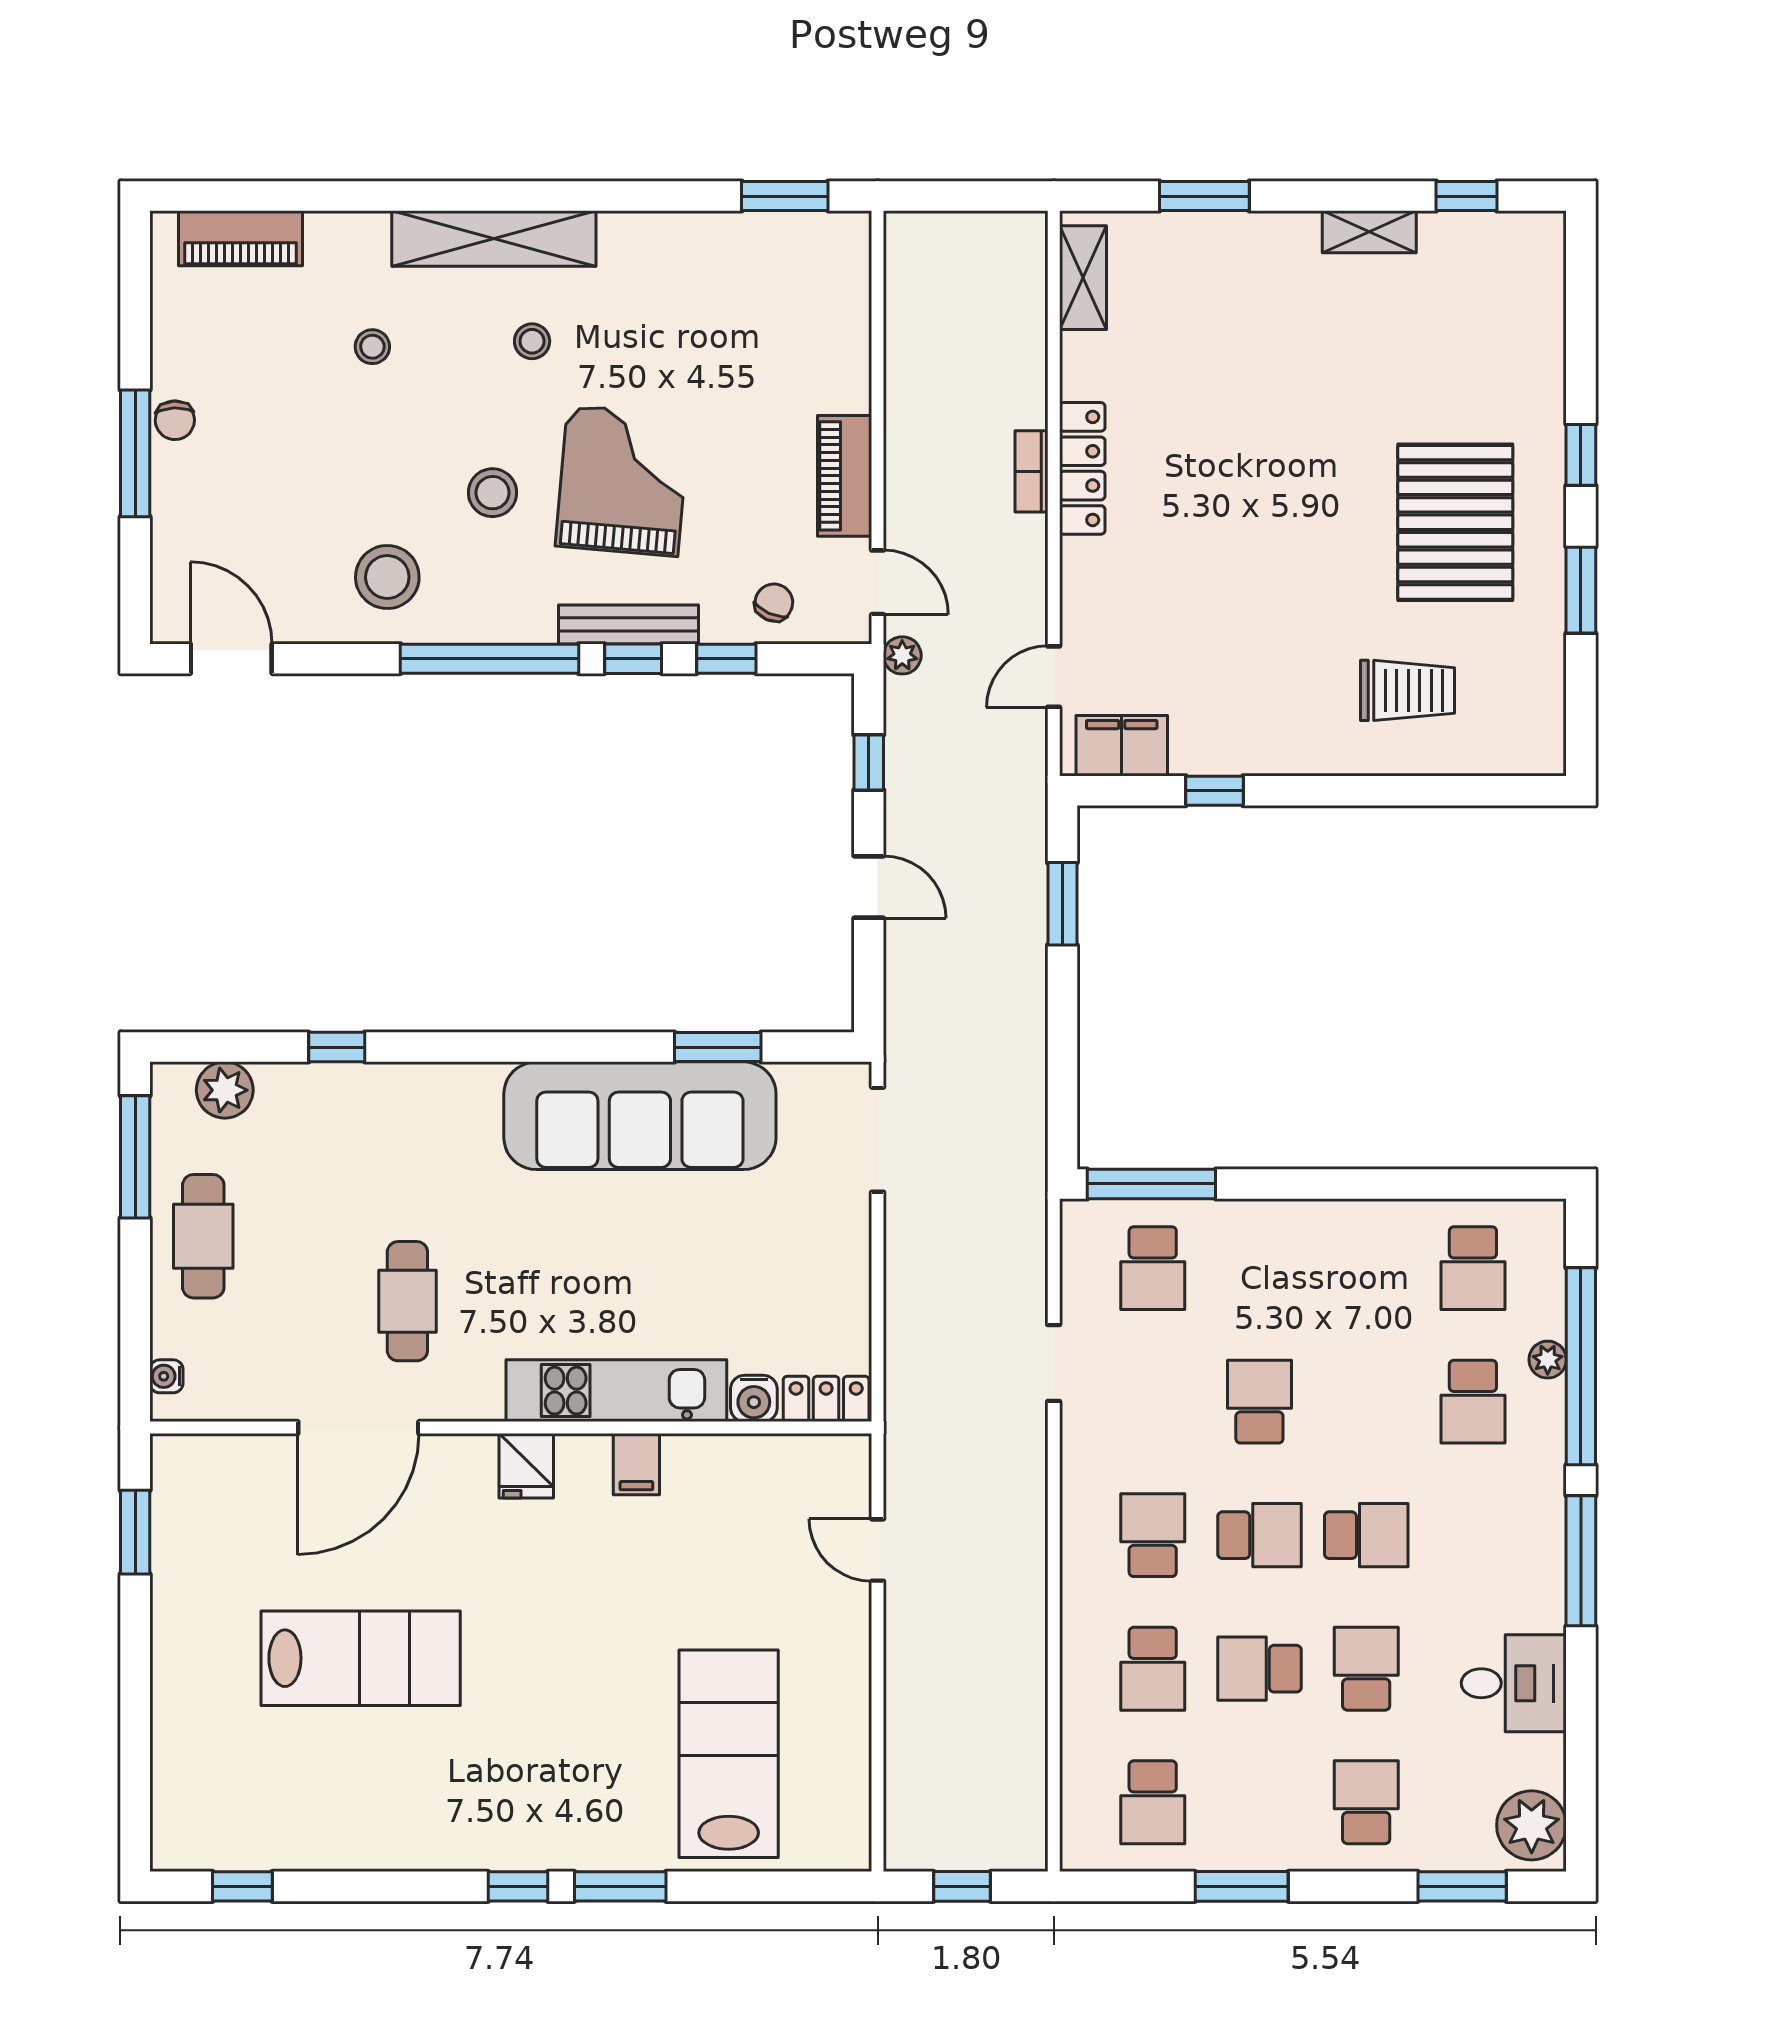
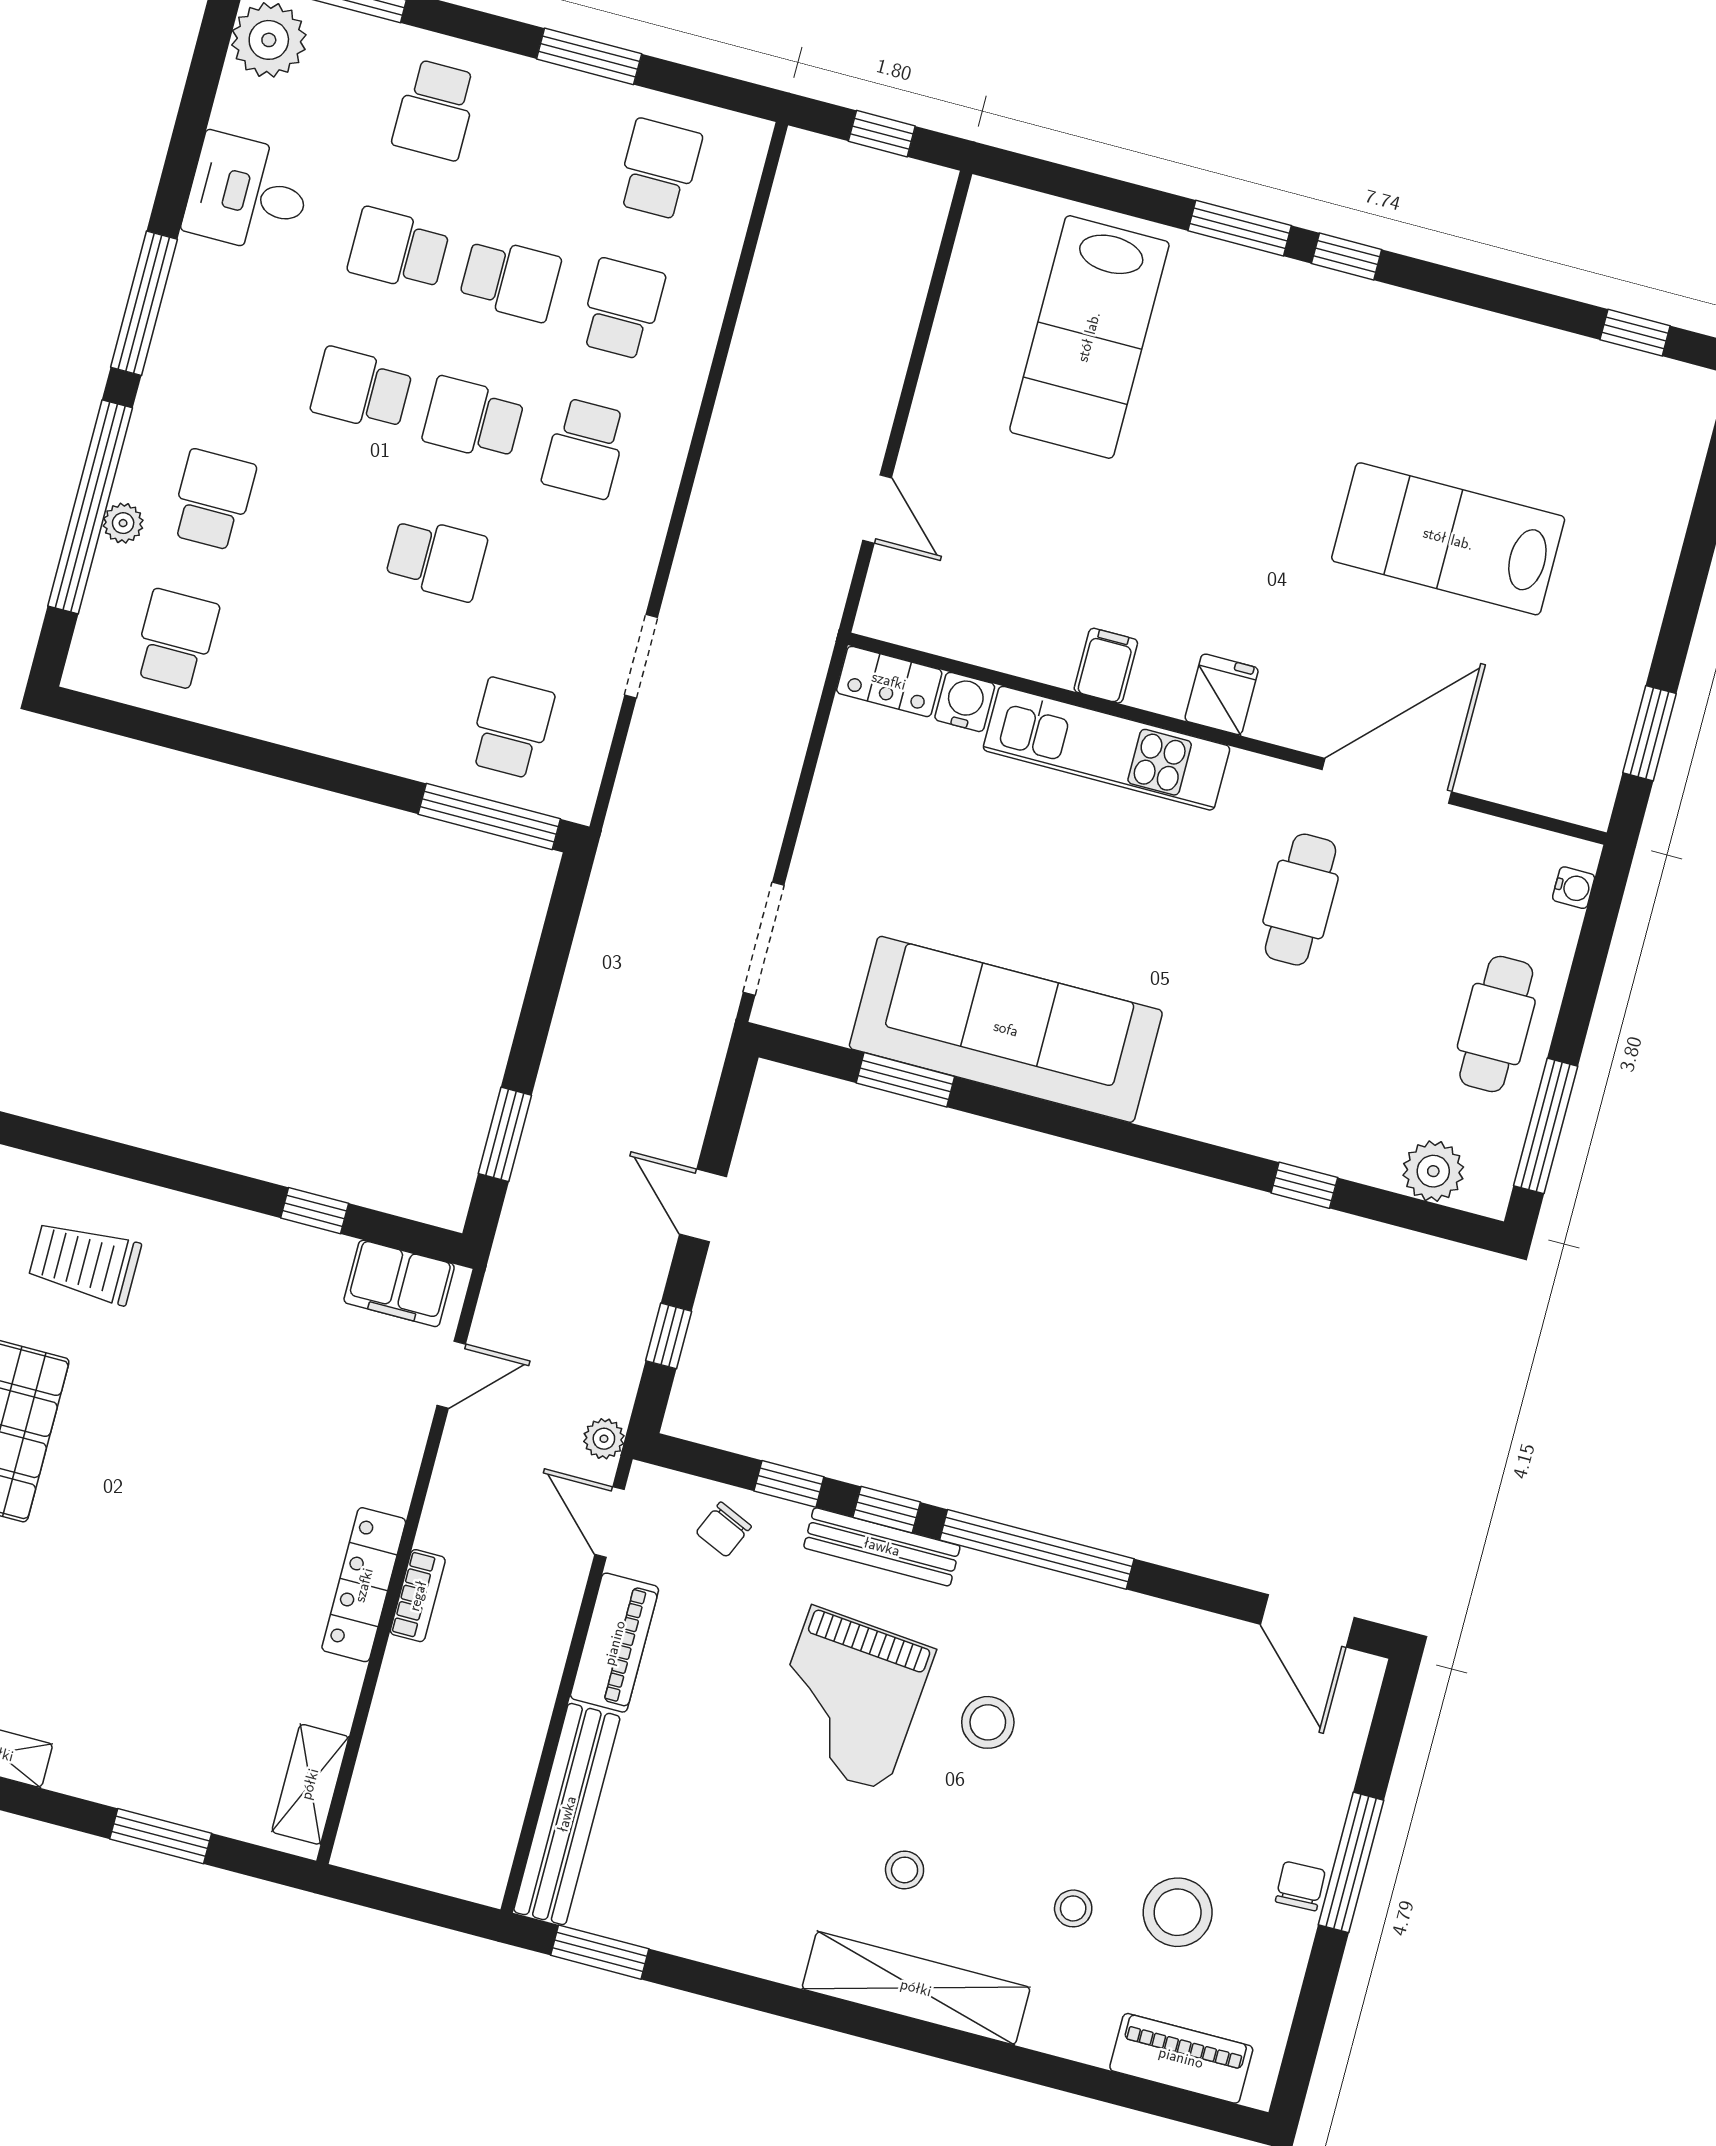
bench: (847, 312) -> (567, 1814), added
stool: (387, 577) -> (1178, 1912), moved
school desk: (1259, 1402) -> (436, 559), turned -90
school desk: (1366, 1669) -> (398, 250), turned 90

